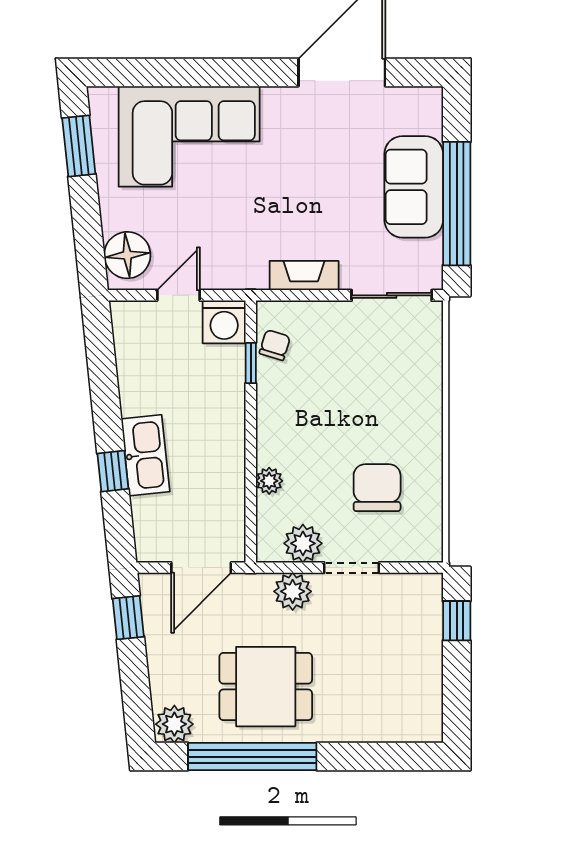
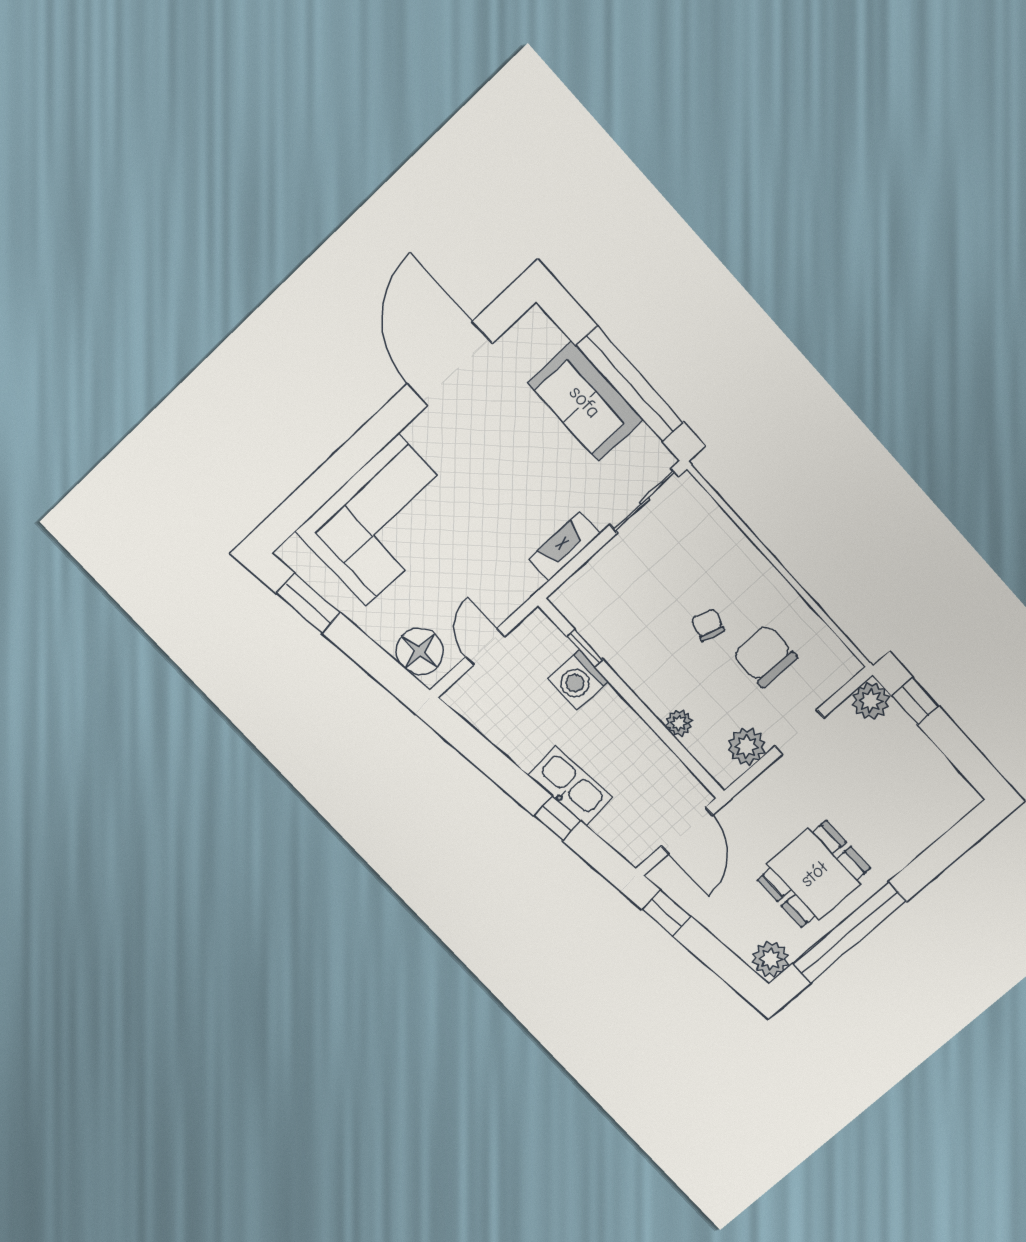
washing machine: (224, 322) -> (578, 680), moved, turned 90
chair: (275, 345) -> (708, 625), moved
plant: (293, 591) -> (871, 701), moved

